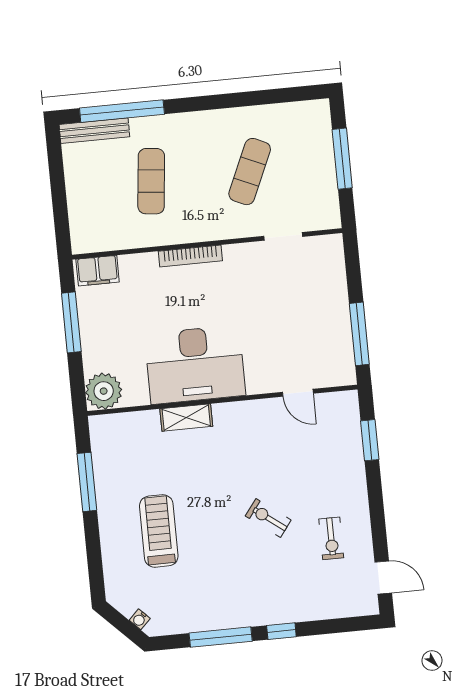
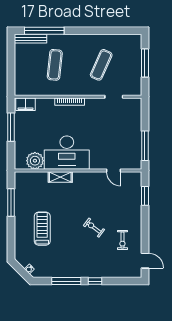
plant: (104, 391) -> (35, 161), moved

